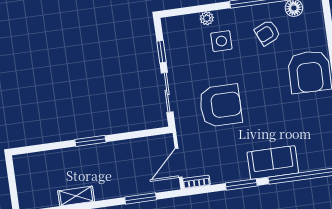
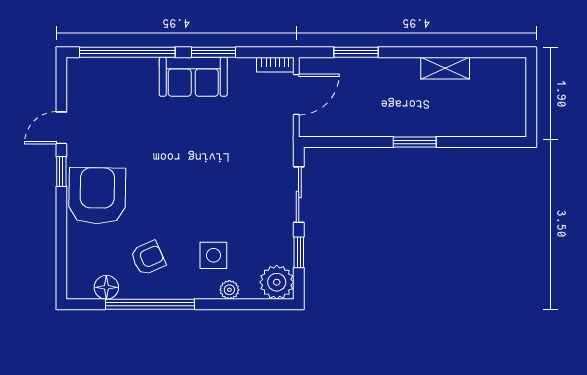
plant: (174, 28) -> (277, 282), added
armchair: (221, 105) -> (227, 166), removed
sofa: (273, 163) -> (193, 77), moved

